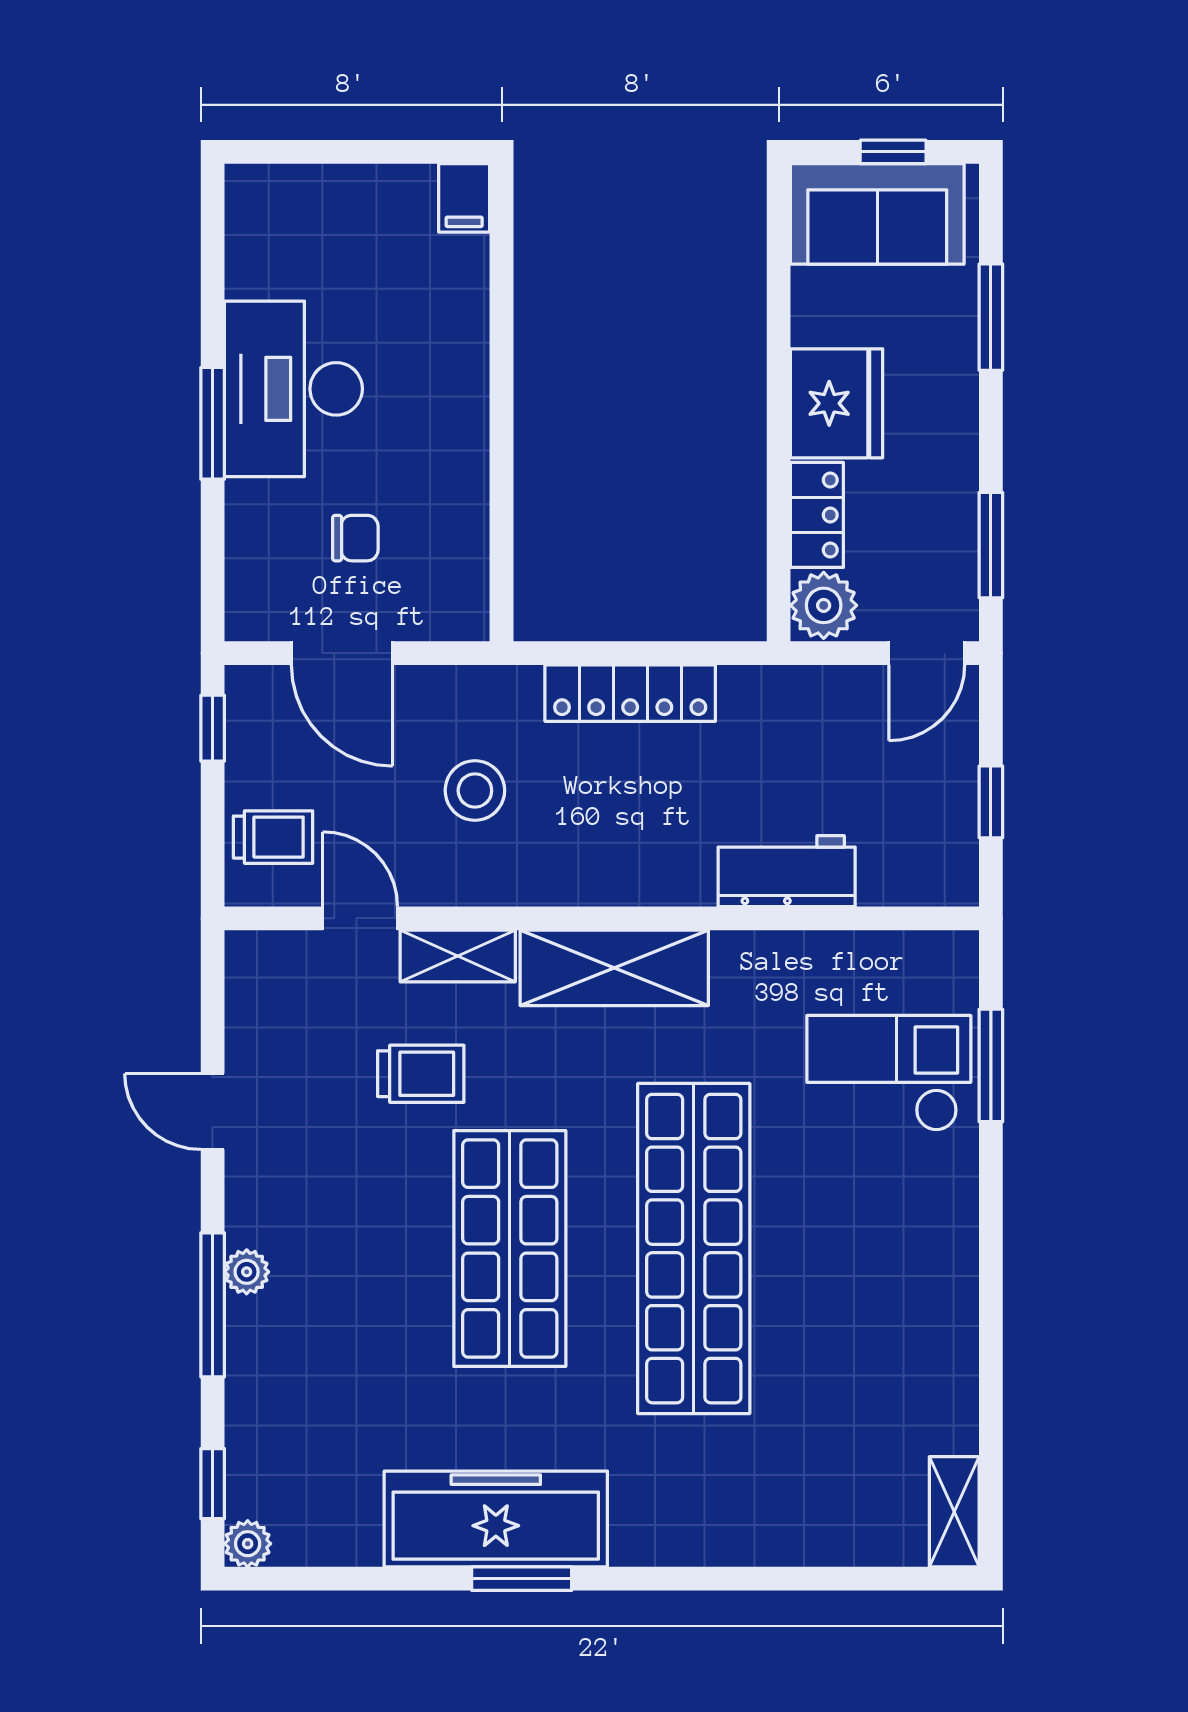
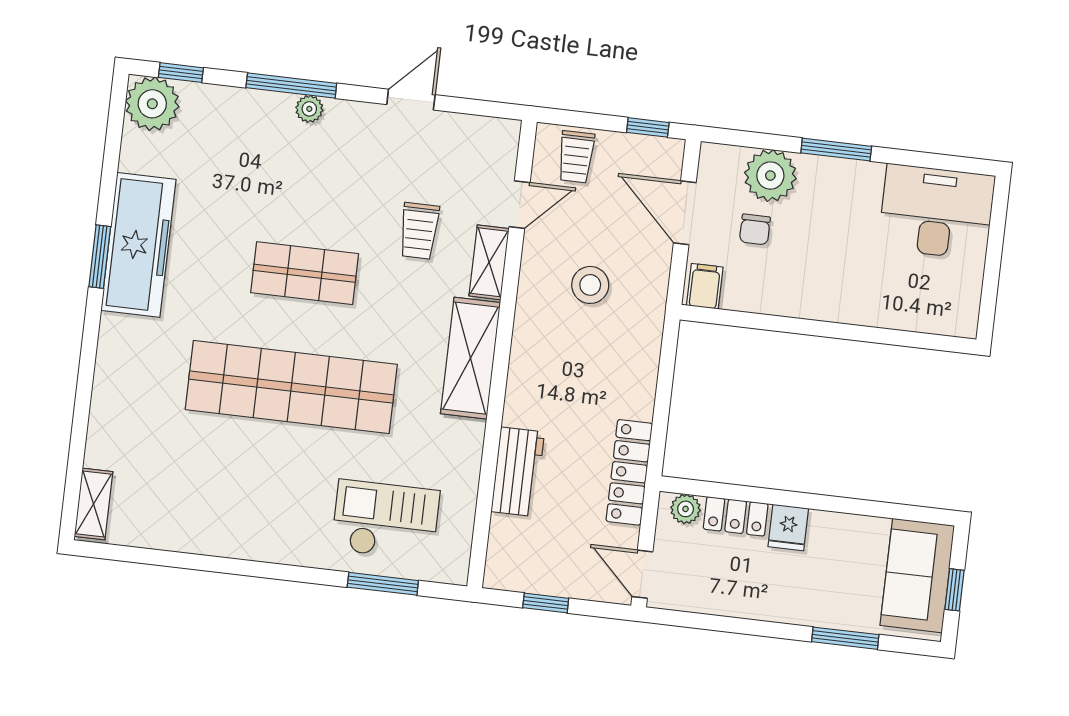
filing cabinet: (464, 198) -> (705, 286), moved, turned 90
desk: (293, 389) -> (936, 212), moved
fridge: (837, 403) -> (788, 527), width x0.53, depth x0.75
plant: (267, 523) -> (770, 176), added
window: (991, 545) -> (704, 622), removed
plant: (824, 605) -> (686, 509), width x0.73, depth x0.73
door: (342, 653) -> (685, 213), hinge flipped
locker: (630, 693) -> (629, 472), moved
checkout: (889, 1073) -> (385, 520), turned -90
shop shelf: (510, 1249) -> (305, 273), width x0.70, depth x0.74
shelving: (954, 1512) -> (94, 504), moved, turned 90
plant: (248, 1544) -> (152, 104), width x1.88, depth x1.88

